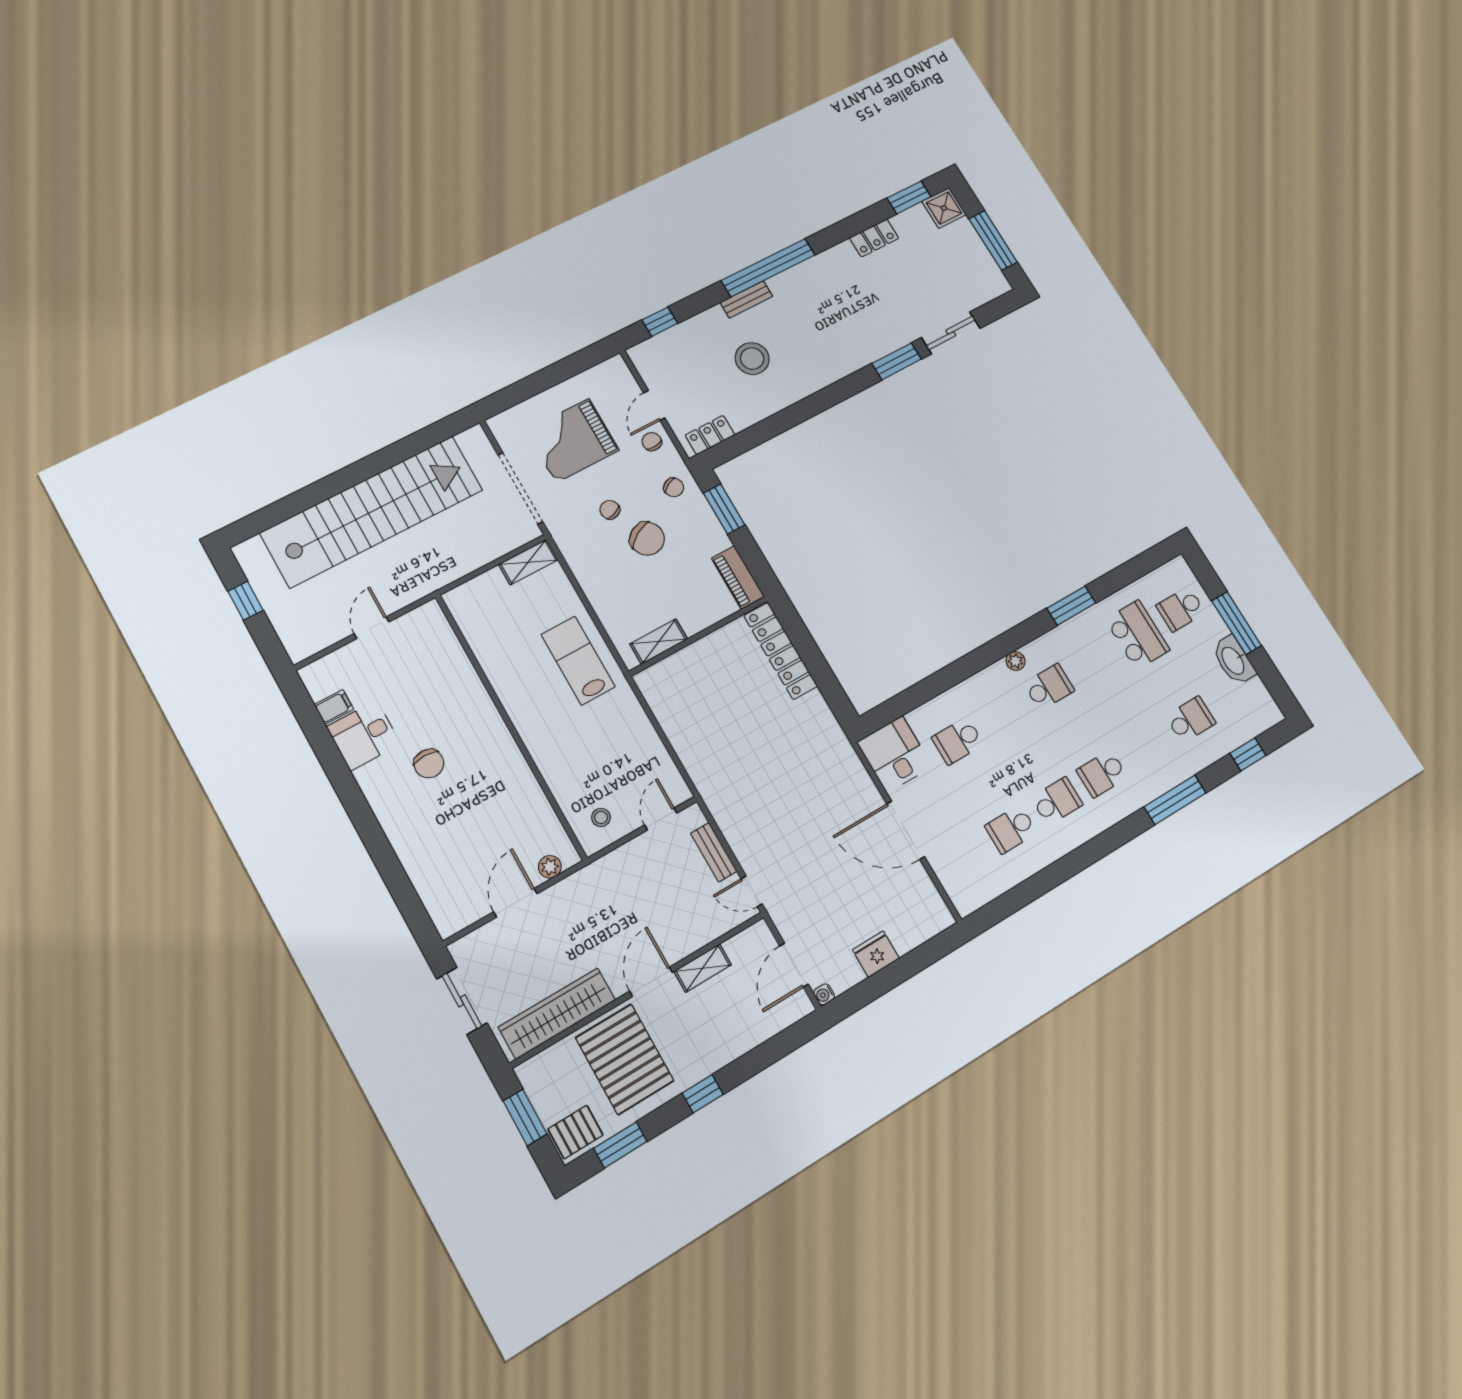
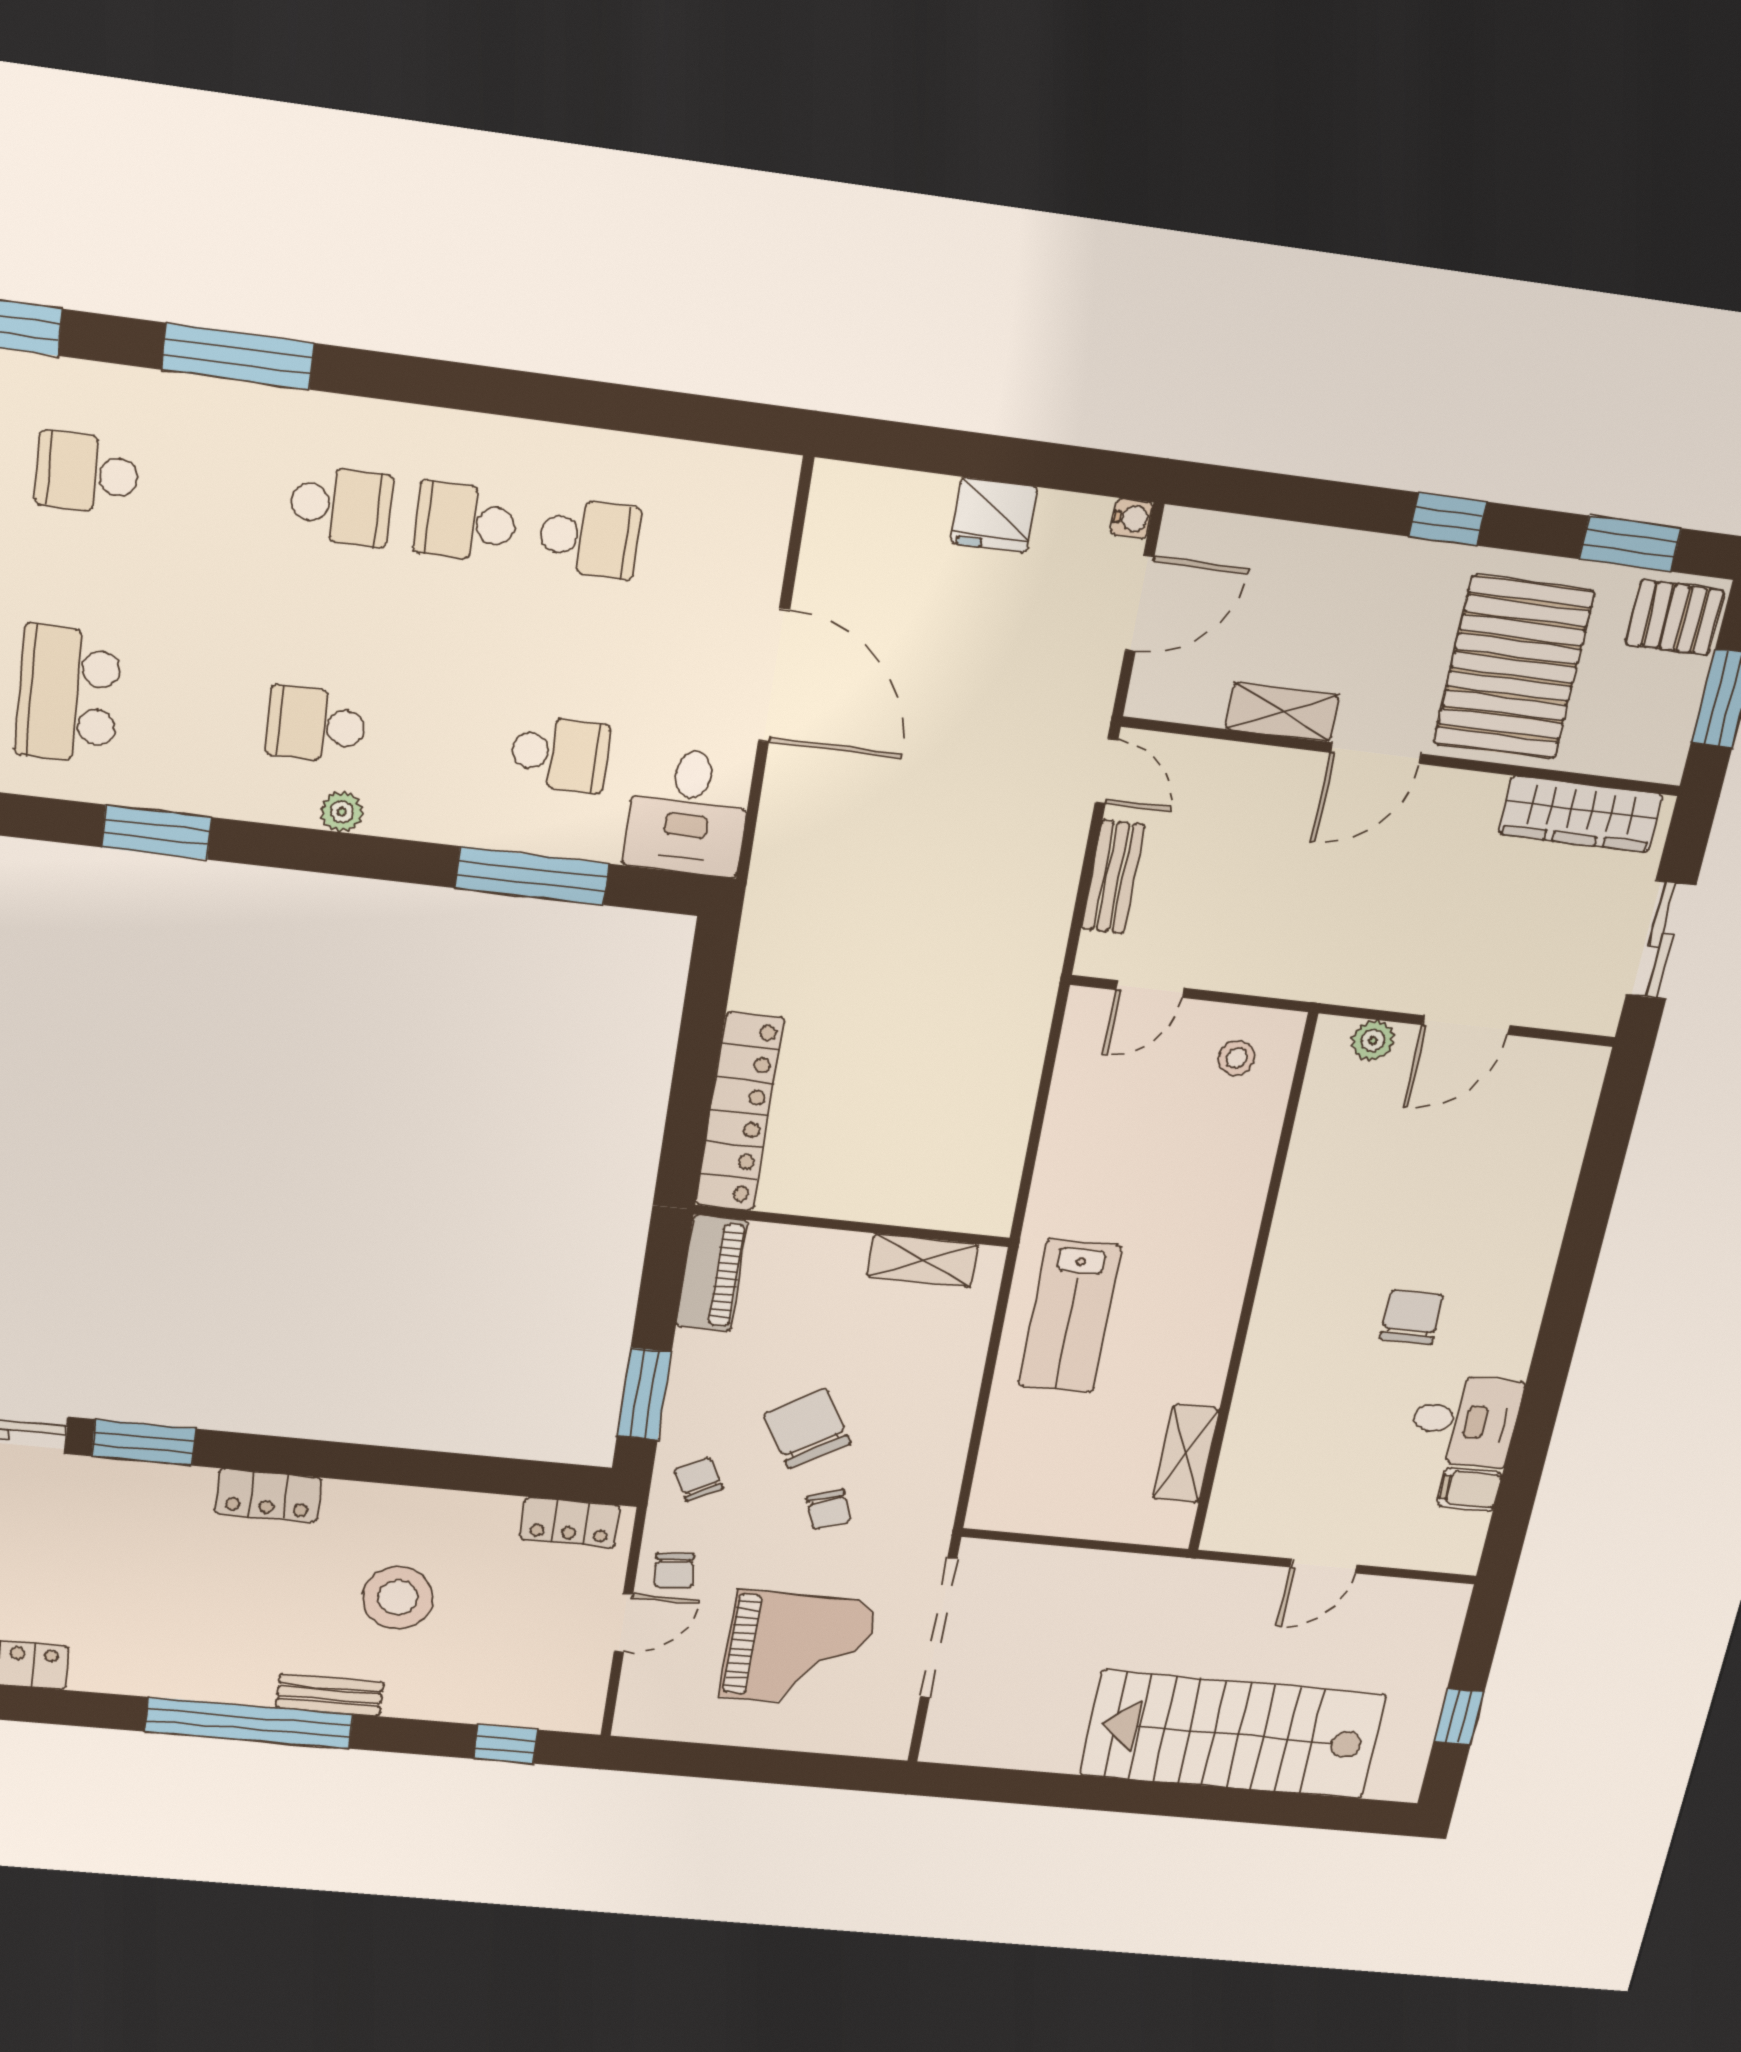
locker: (835, 370) -> (268, 1496), added
stairs: (372, 511) -> (1233, 1735), width x0.73
shelving: (528, 562) -> (1186, 1454), moved, turned 90
window: (931, 687) -> (532, 876), added
wardrobe: (557, 1013) -> (1580, 814), width x0.71, depth x0.85

